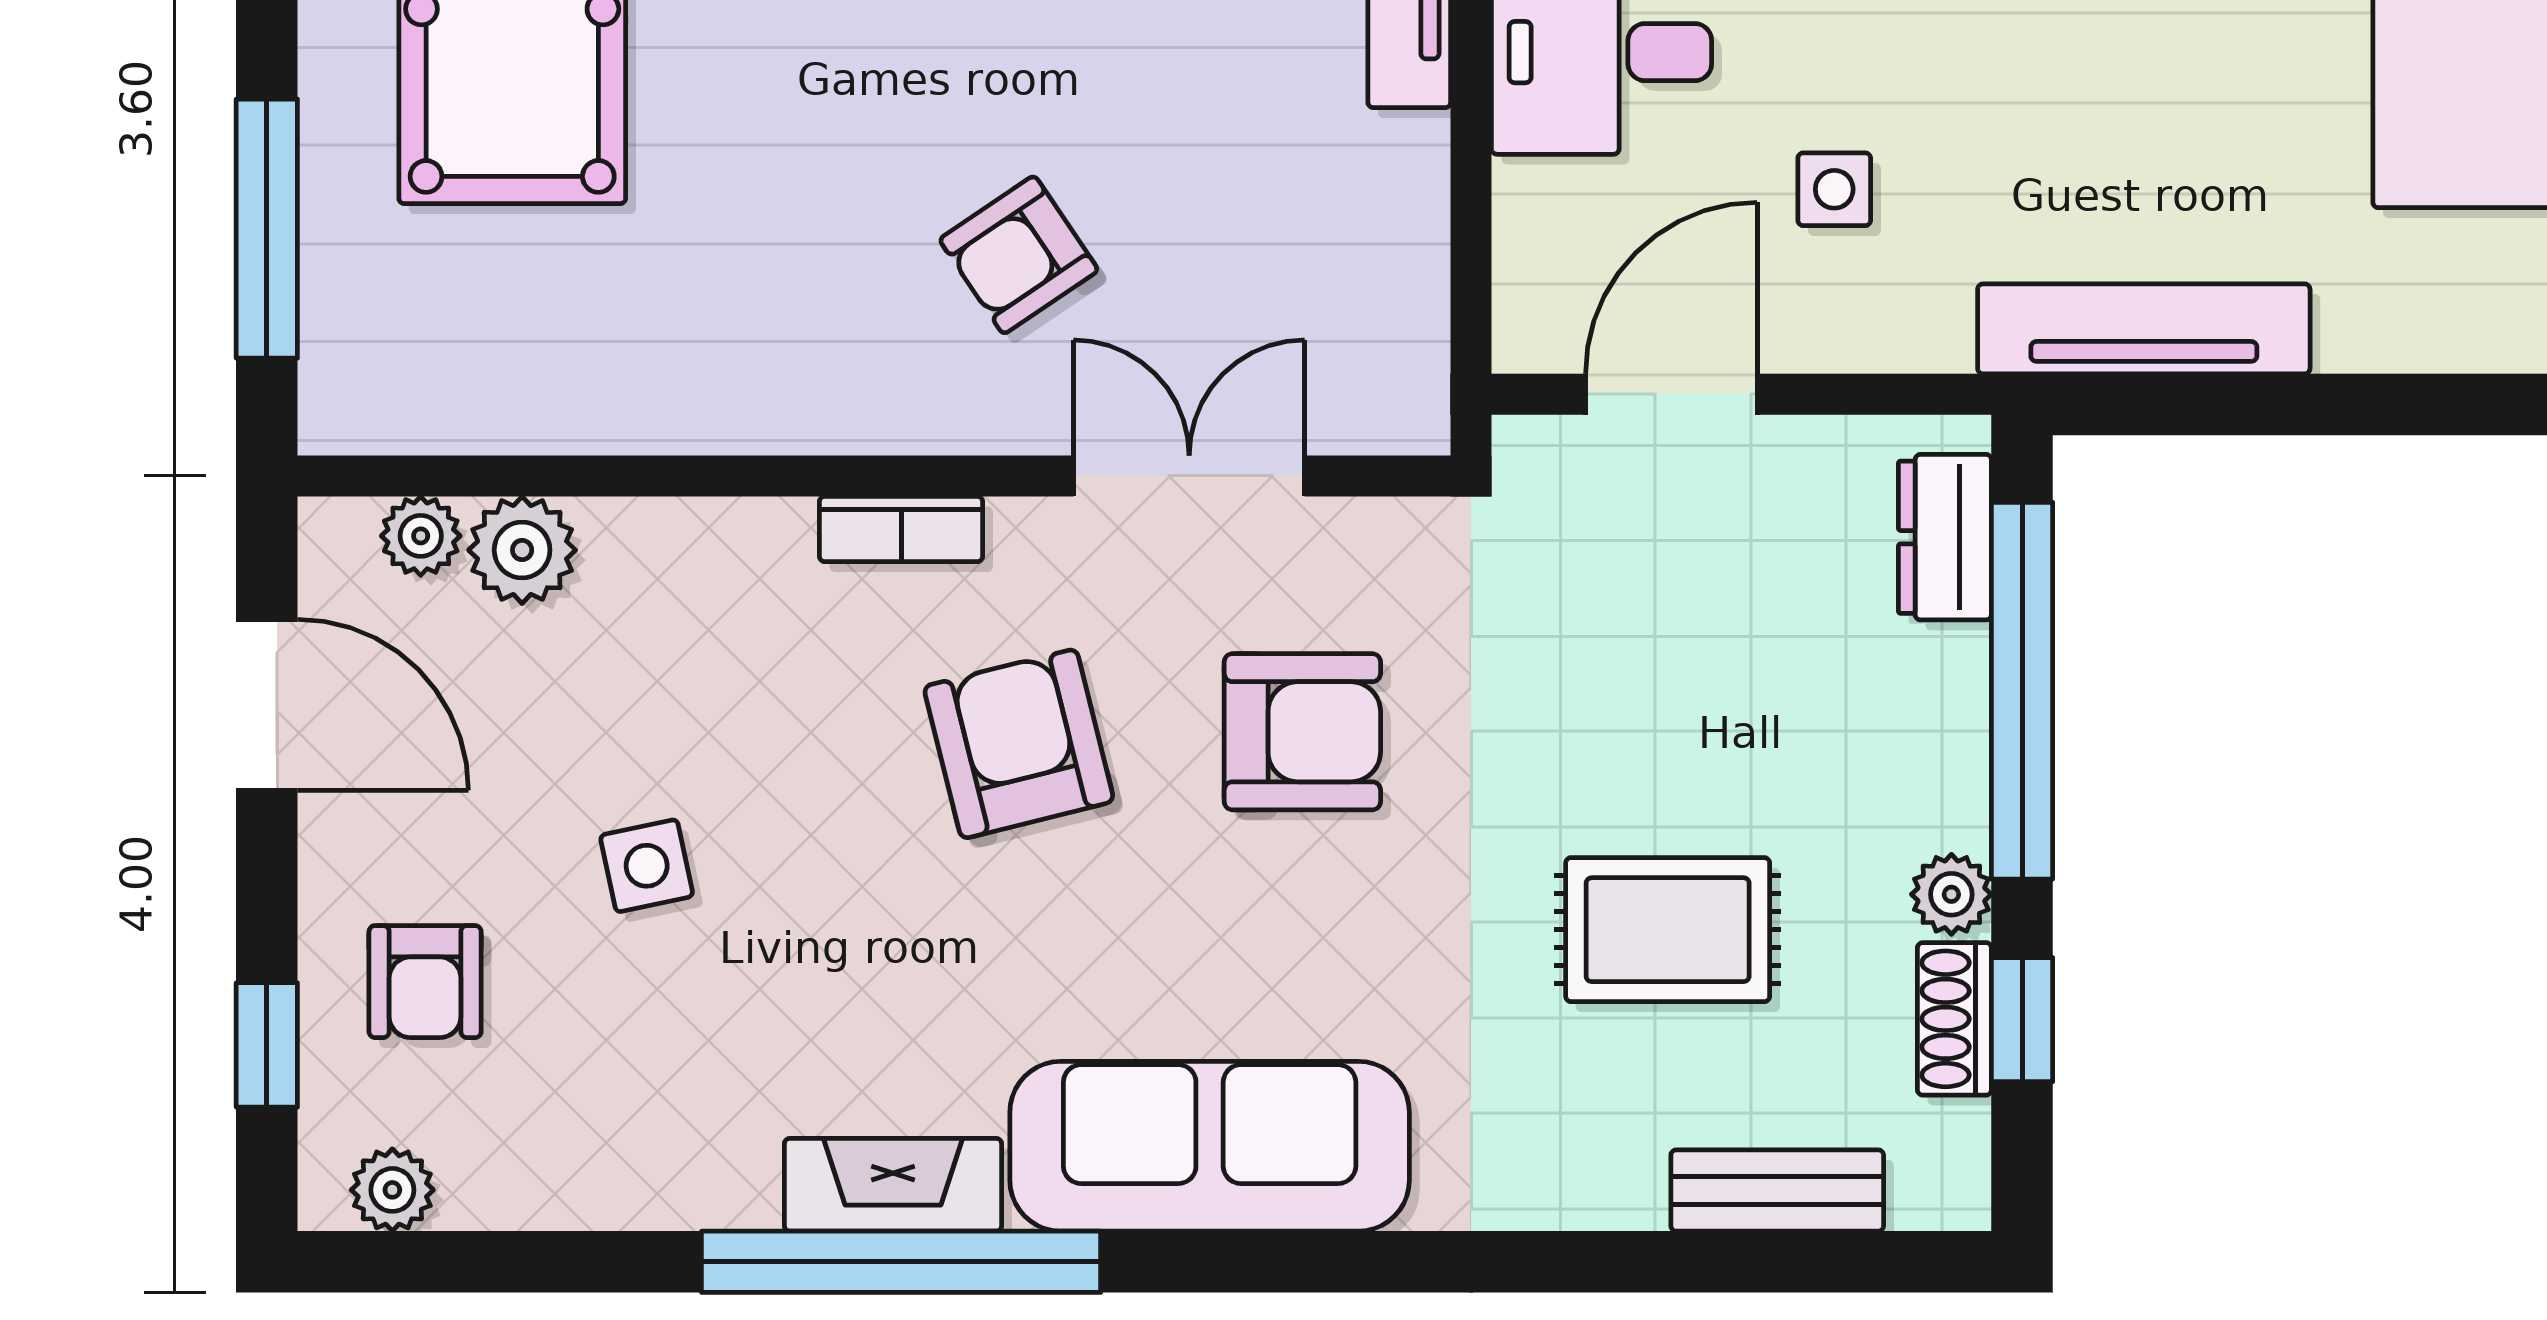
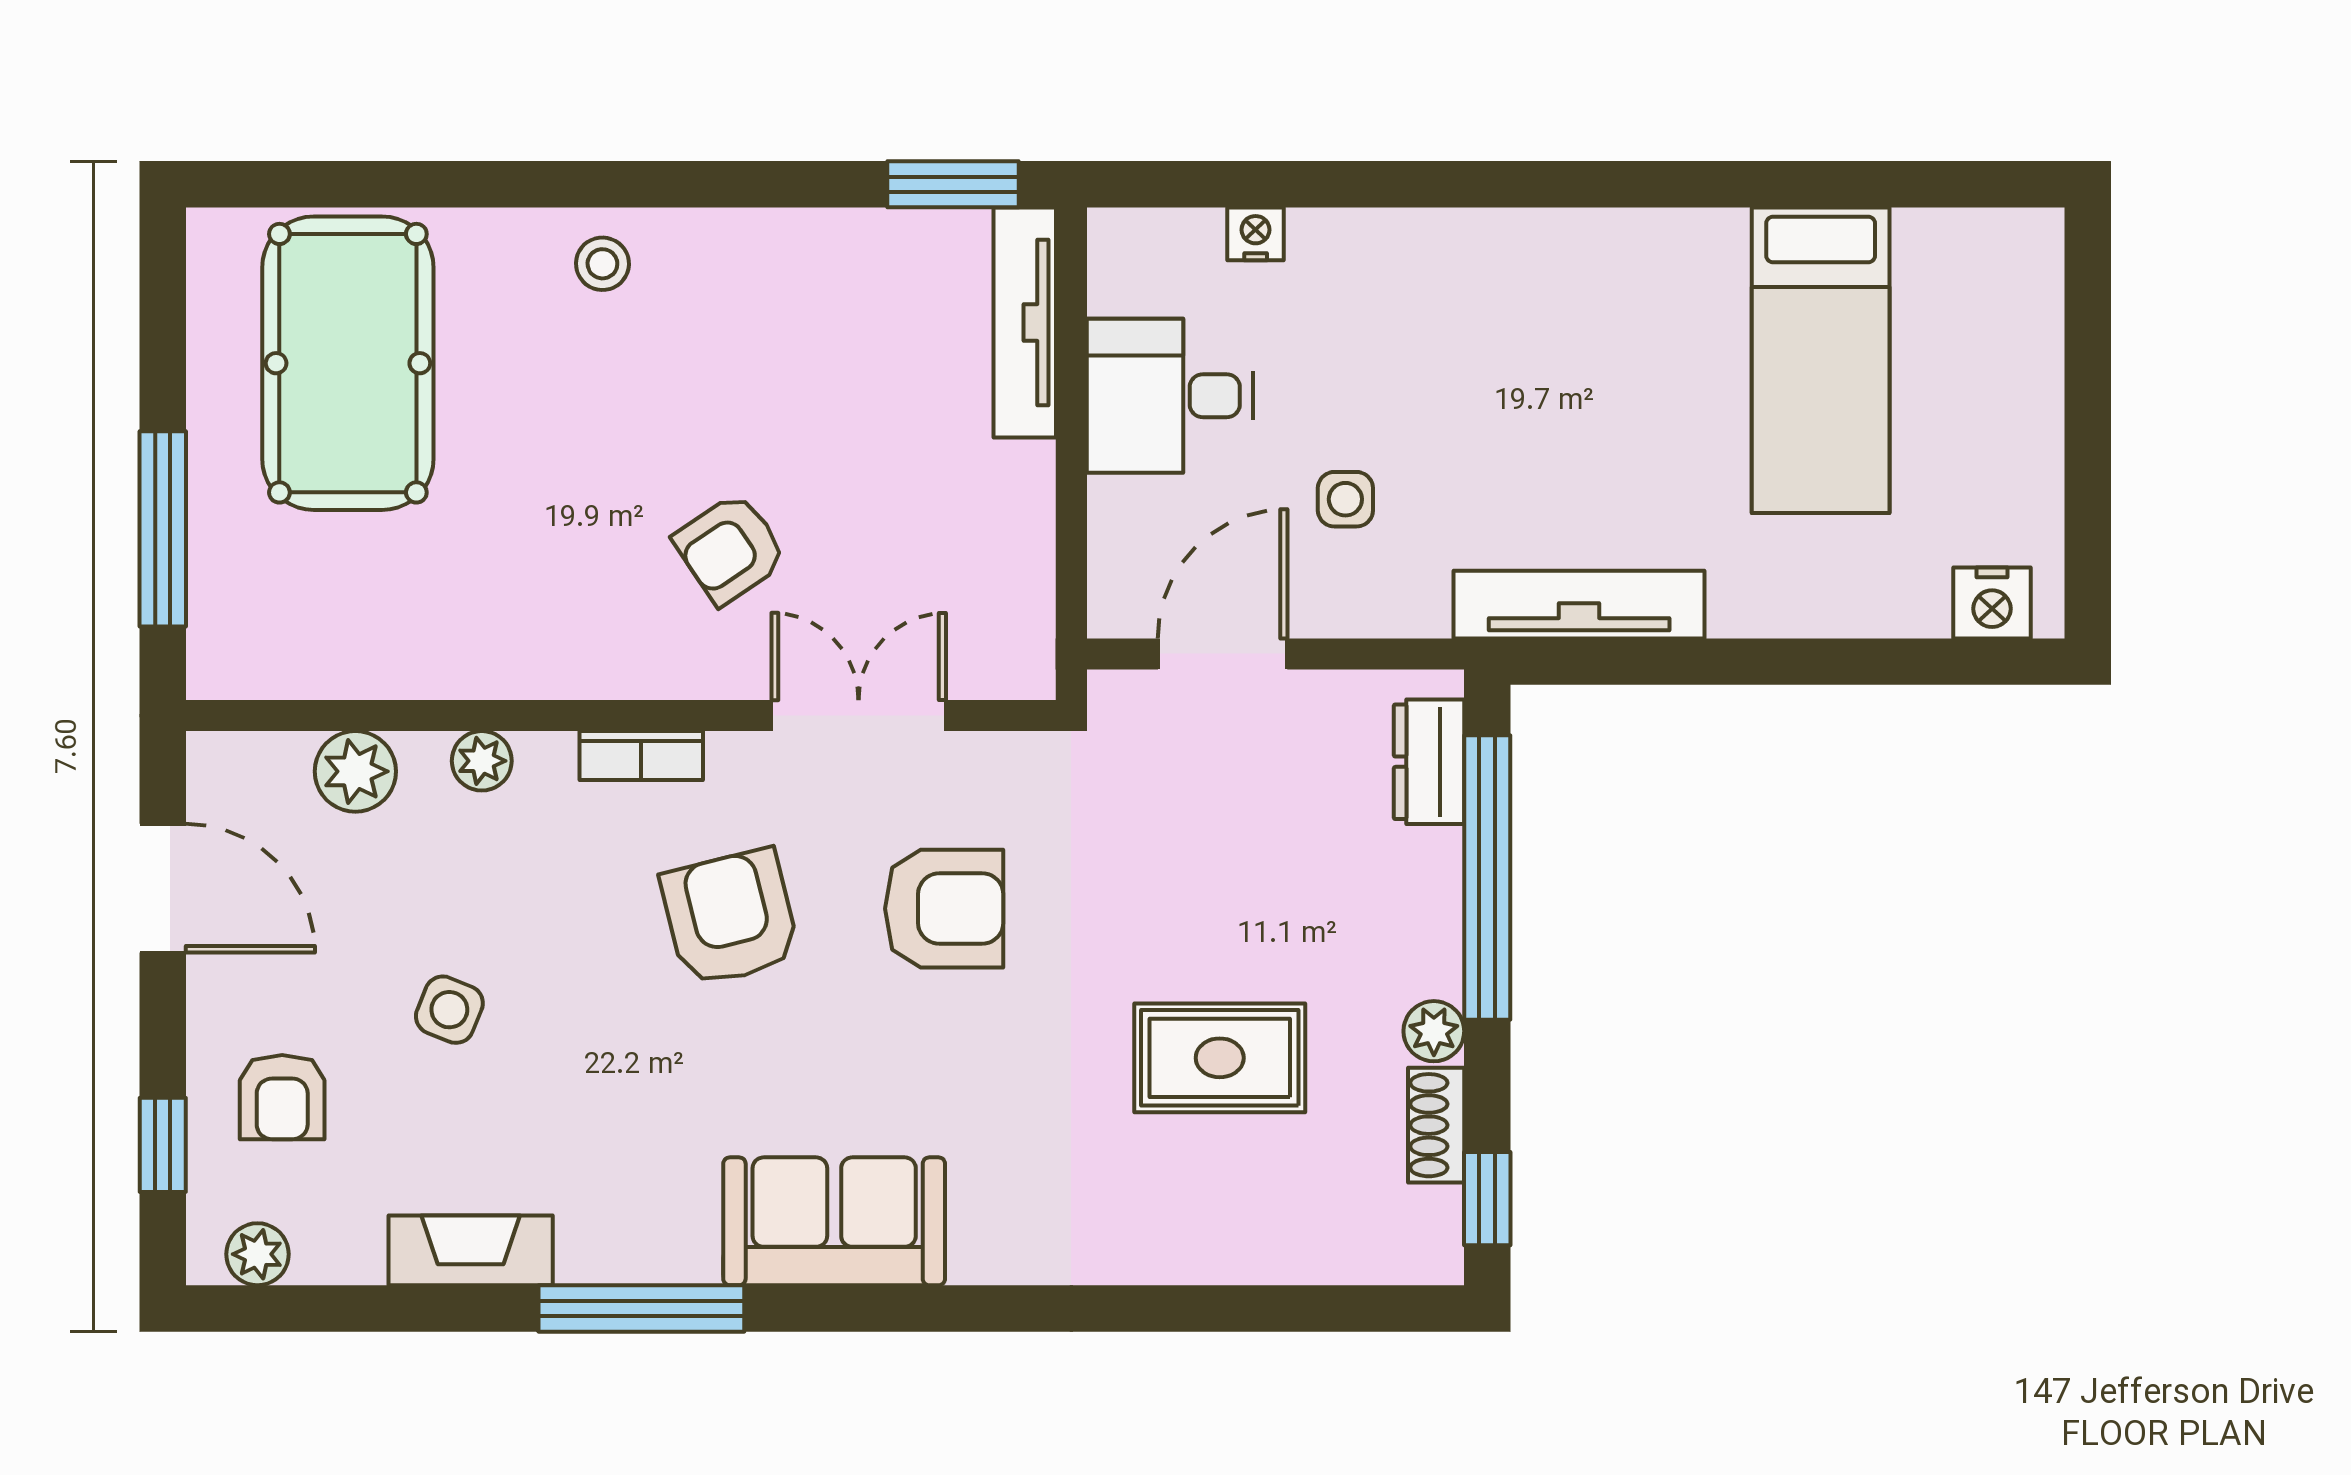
plant: (421, 536) -> (482, 761), moved
side table: (647, 866) -> (449, 1010), turned 34
window: (2022, 1020) -> (1487, 1199), moved
sofa: (1210, 1146) -> (834, 1221), width x0.73
fireplace: (893, 1185) -> (471, 1250), moved
bench: (1777, 1191) -> (1302, 1255), removed
window: (901, 1262) -> (641, 1308), width x0.68

